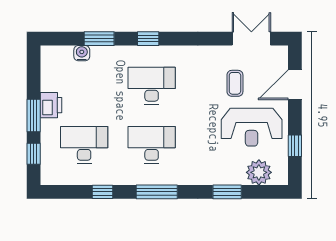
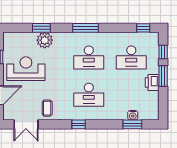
window: (99, 39) -> (132, 124), moved
window: (148, 39) -> (79, 124), moved
coffee table: (235, 83) -> (47, 108), moved
plant: (259, 172) -> (45, 40), moved
window: (103, 192) -> (143, 28), moved

